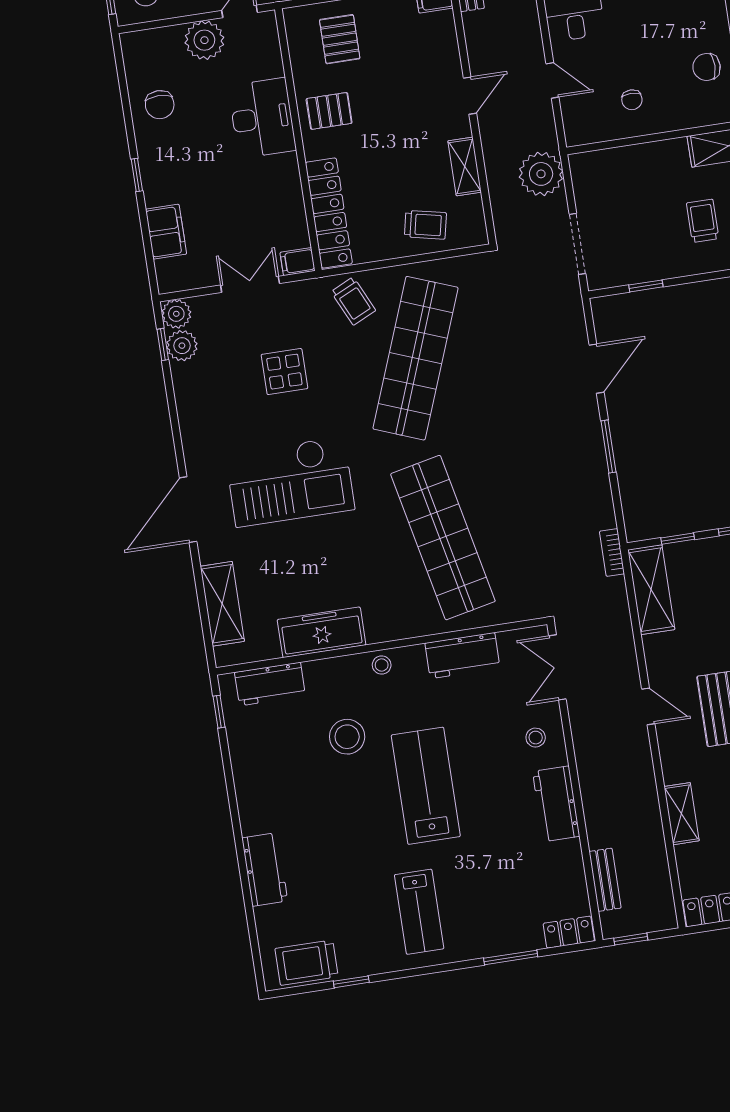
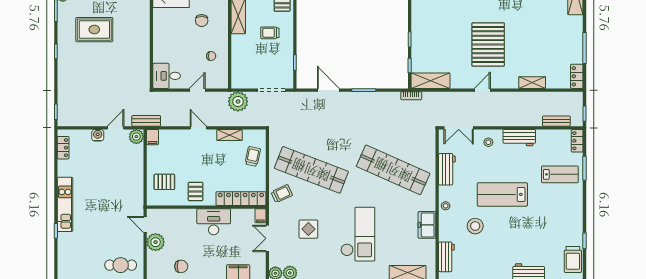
desk: (262, 118) -> (214, 222), moved
shop shelf: (443, 538) -> (393, 170), turned 36
freezer: (322, 632) -> (427, 225), width x0.71
lab bench: (419, 912) -> (560, 174), moved

